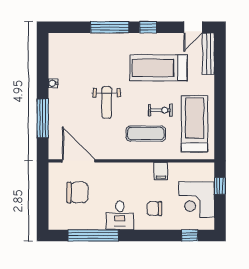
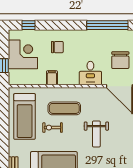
weight bench: (107, 102) -> (96, 134), turned 180
chair: (77, 193) -> (120, 60), turned -90
desk: (120, 215) -> (90, 73), moved, turned 180

